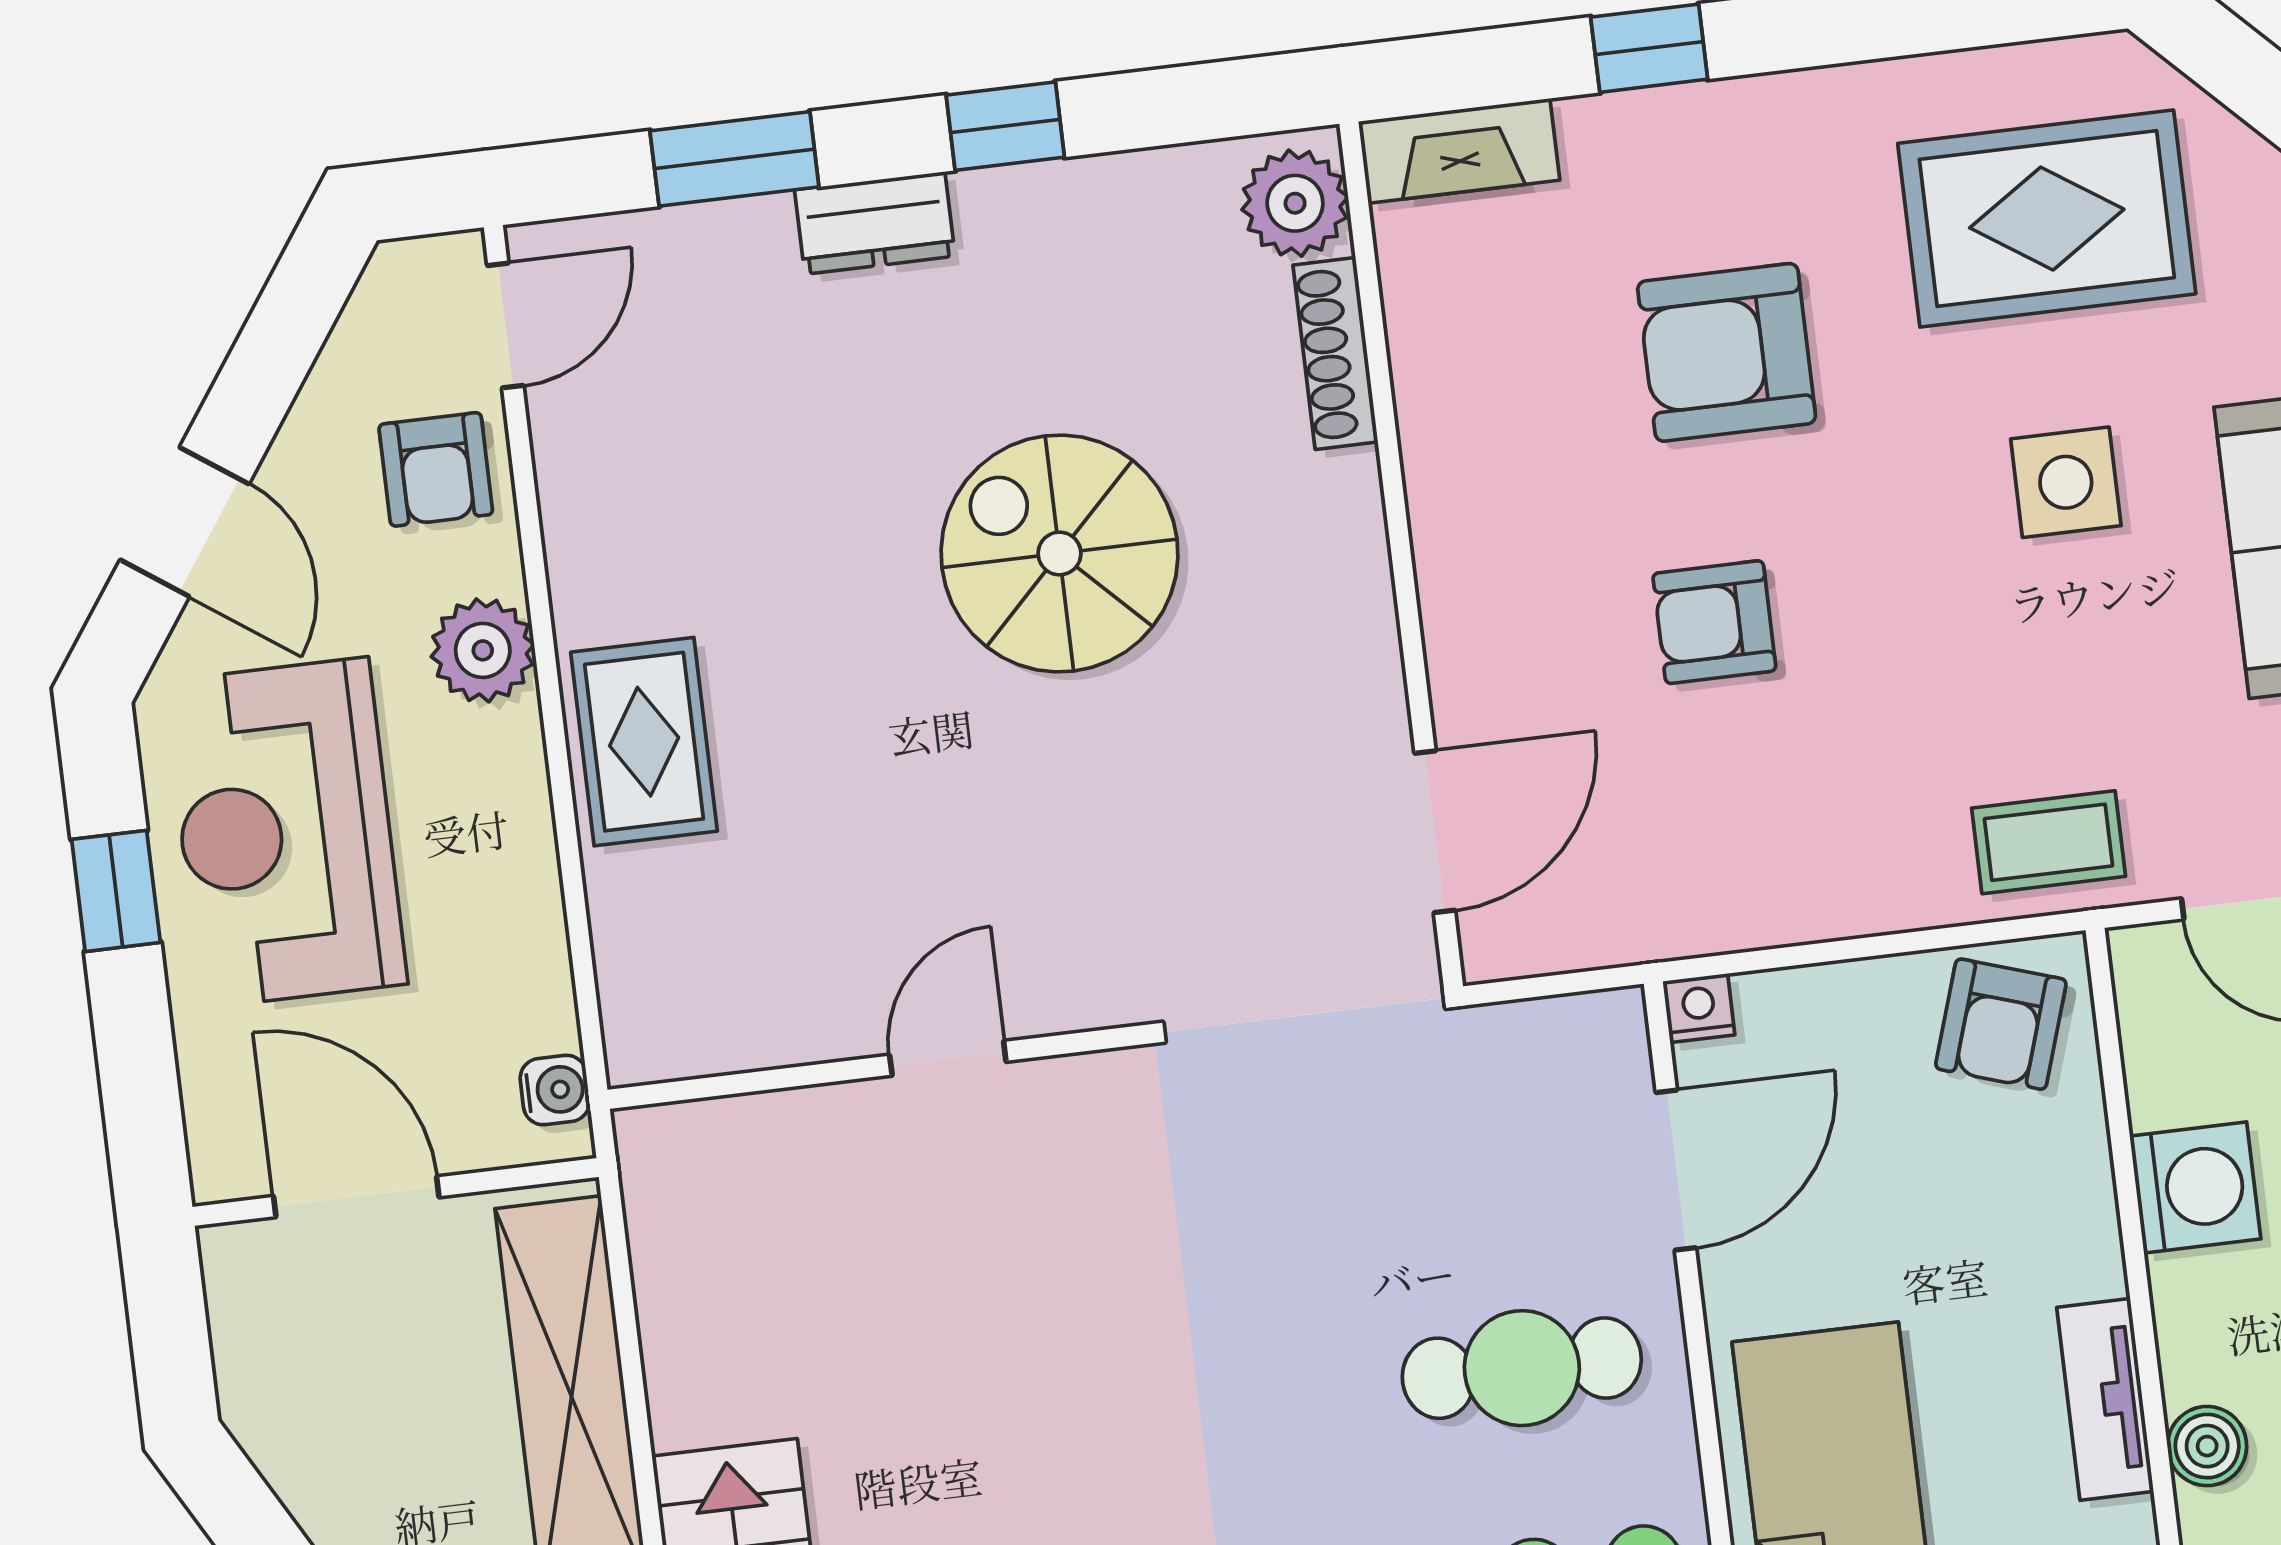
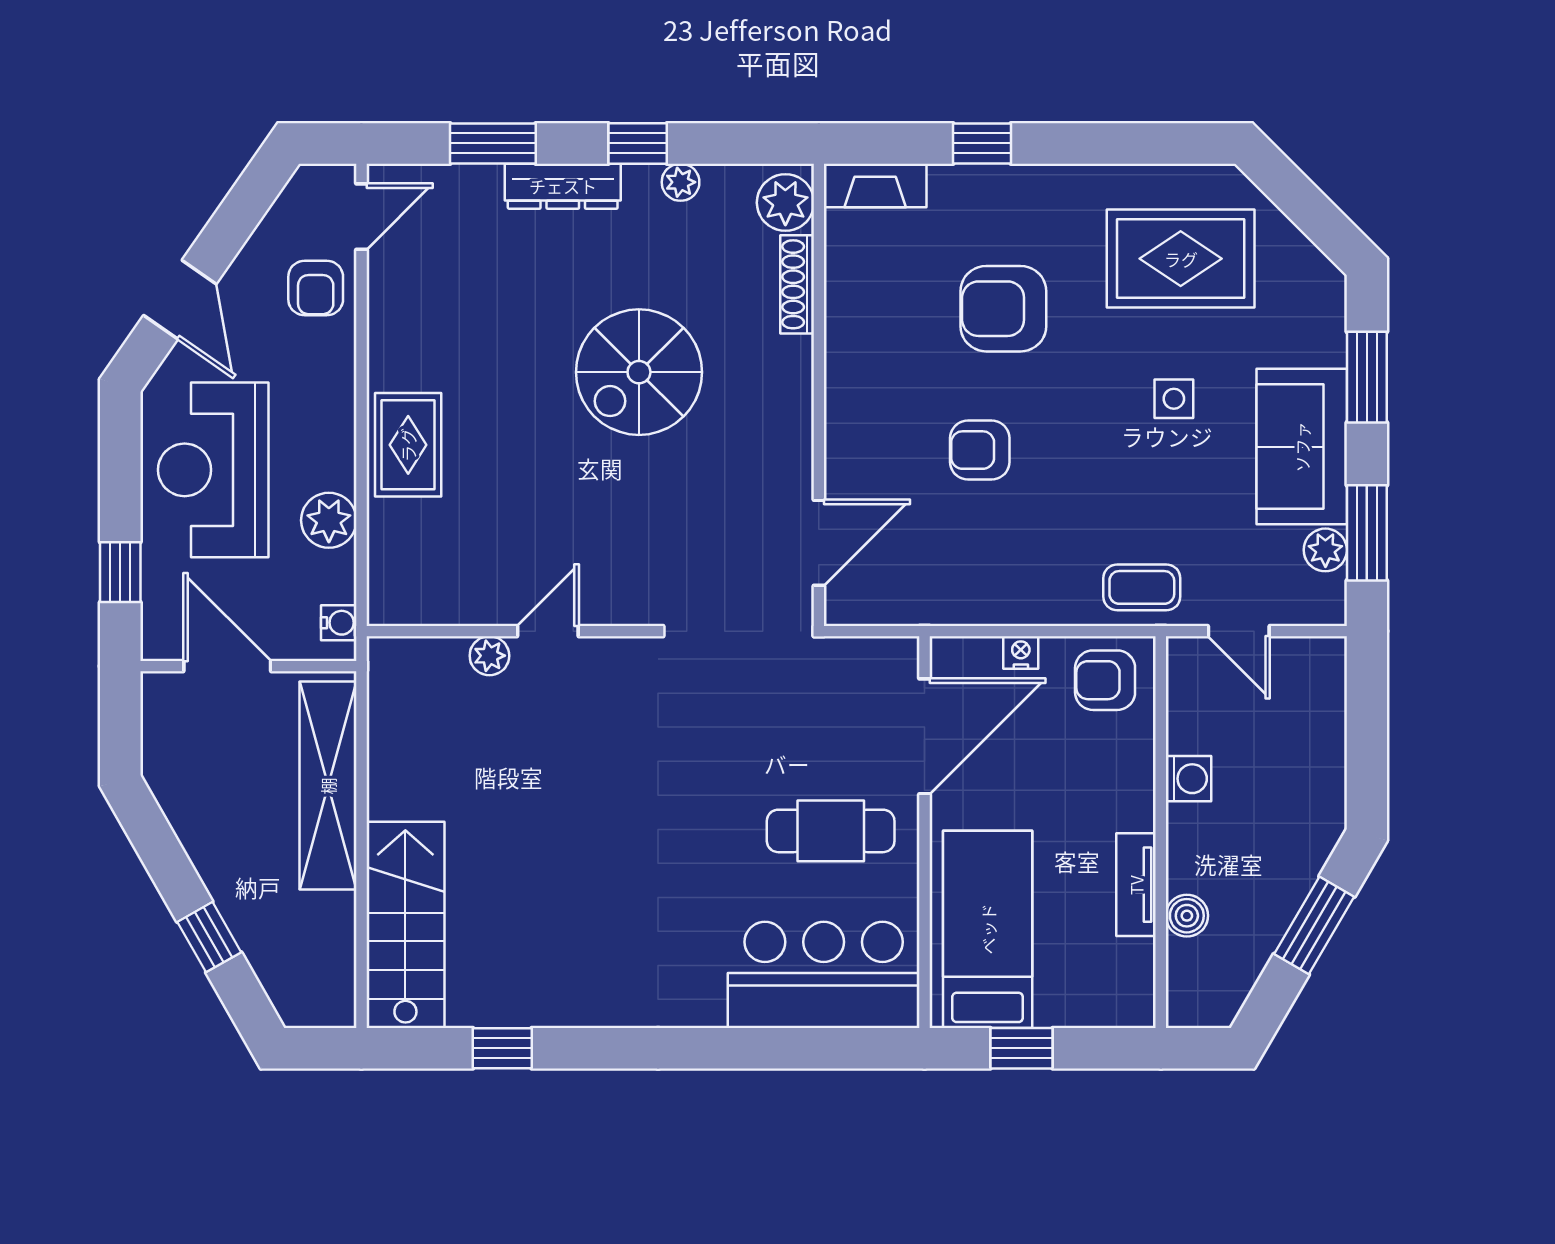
plant: (1094, 189) -> (681, 182), added
dresser: (875, 223) -> (563, 186), width x1.44
side table: (2066, 482) -> (1174, 399), width x0.73, depth x0.73
spiral stairs: (1059, 553) -> (639, 372), turned -90
plant: (483, 650) -> (329, 520), moved
window: (116, 891) -> (120, 572), moved
nightstand: (1699, 1008) -> (1021, 652), moved
armchair: (2001, 1024) -> (1105, 680), turned 72
plant: (844, 1118) -> (489, 656), added
door: (1676, 1170) -> (925, 736), width x1.36
washing machine: (2195, 1187) -> (1189, 779), width x0.73, depth x0.73

